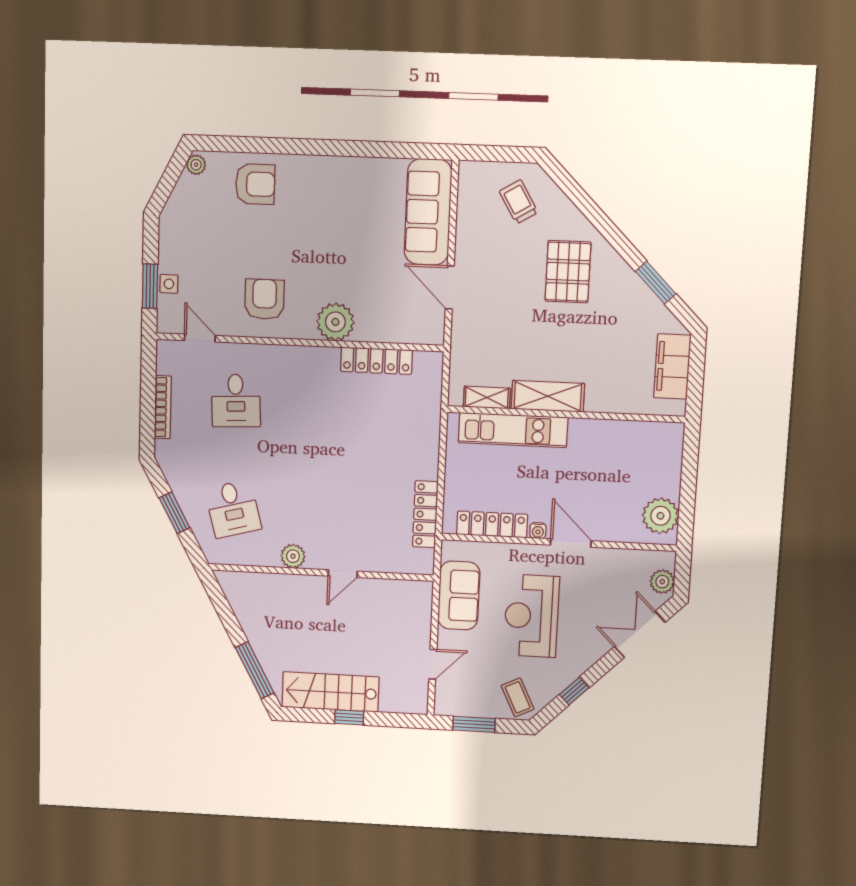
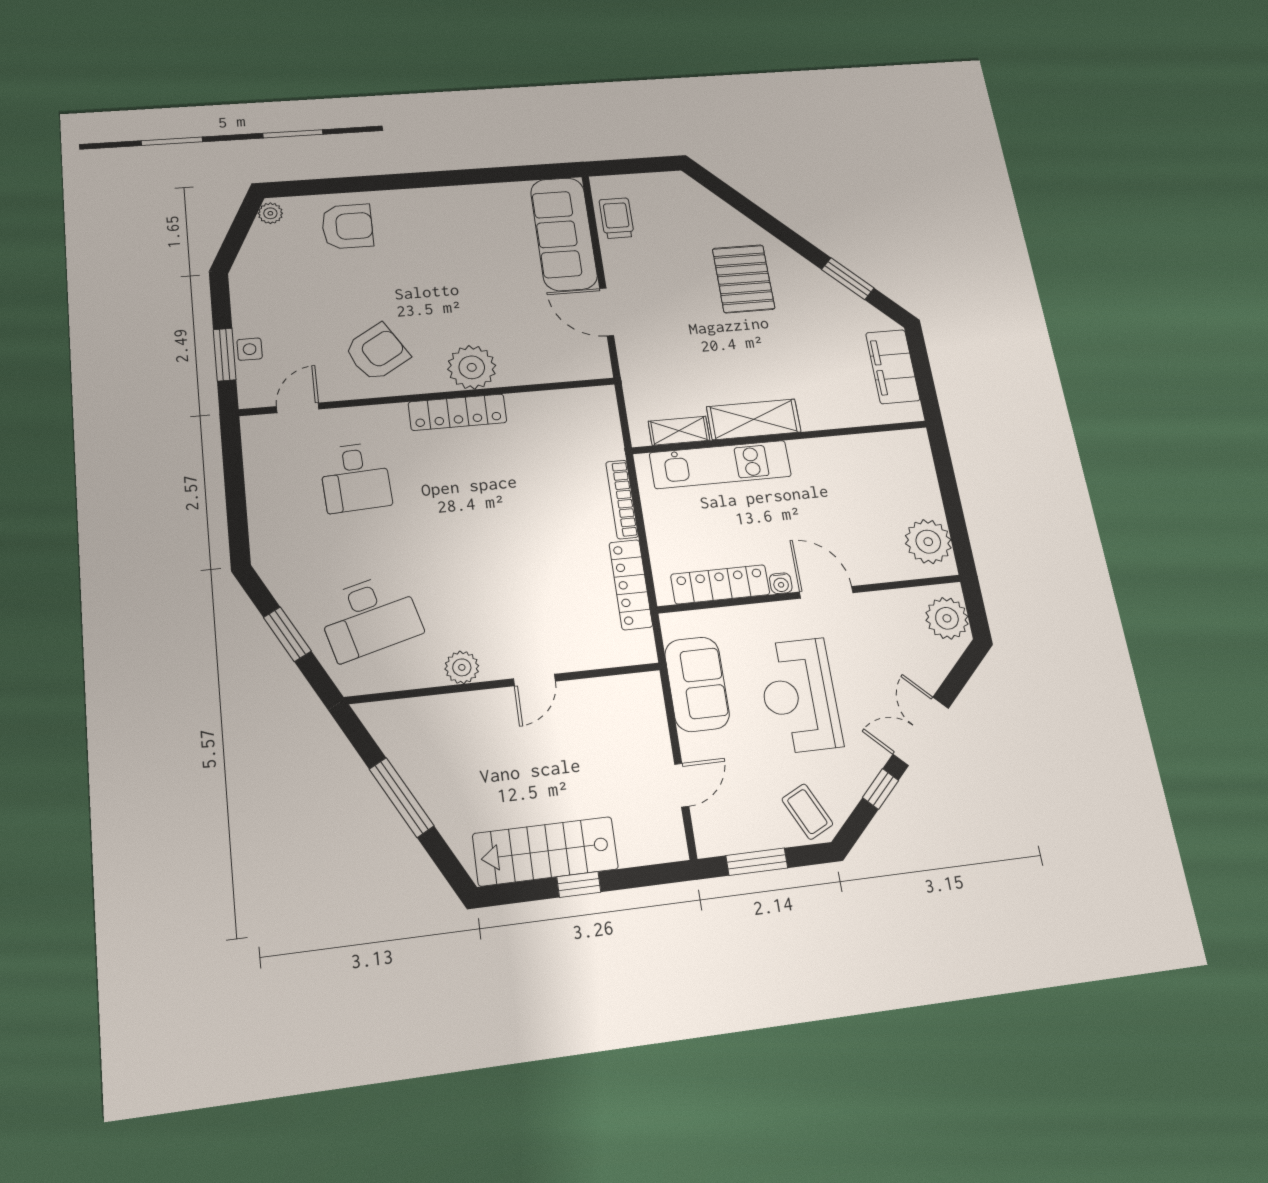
trolley: (519, 202) -> (617, 218), moved, turned 31
armchair: (264, 299) -> (377, 352), turned 59
door: (200, 338) -> (298, 408), hinge flipped
locker: (376, 361) -> (458, 412), moved
bookcase: (163, 407) -> (622, 499), moved, turned 180
desk: (233, 509) -> (369, 617), width x1.37
plant: (662, 582) -> (947, 618), width x1.36, depth x1.36
double door: (640, 634) -> (921, 731), moved
window: (255, 670) -> (401, 797), moved

